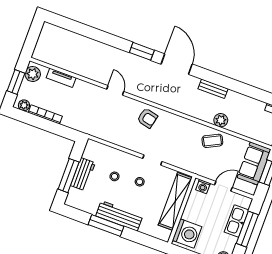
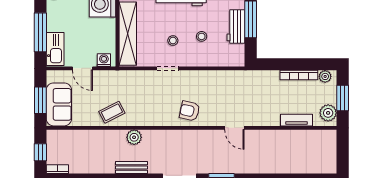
plant: (221, 120) -> (134, 137), moved
door: (223, 186) -> (82, 68), hinge flipped
kitchen sink: (236, 221) -> (55, 49), moved

